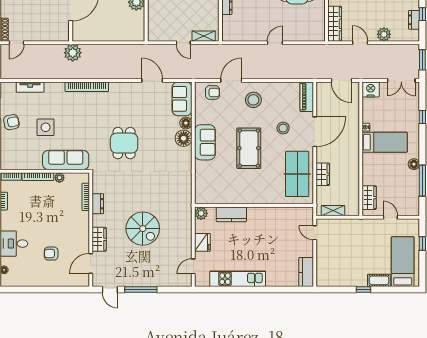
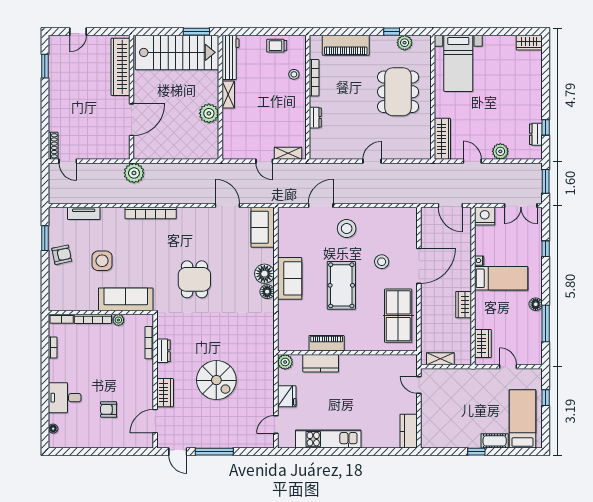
door: (17, 43) -> (68, 161), hinge flipped
armchair: (212, 92) -> (298, 220), removed
piano: (307, 97) -> (327, 343), moved, turned 90
floor lamp: (186, 123) -> (267, 292), moved
wardrobe: (323, 174) -> (464, 305), moved, turned 180

